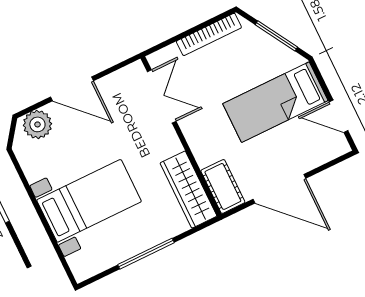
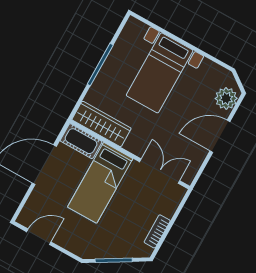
bookcase: (209, 34) -> (157, 231), width x0.64
double door: (162, 96) -> (160, 171), swing flipped
bed: (275, 102) -> (100, 183), moved, turned 180

